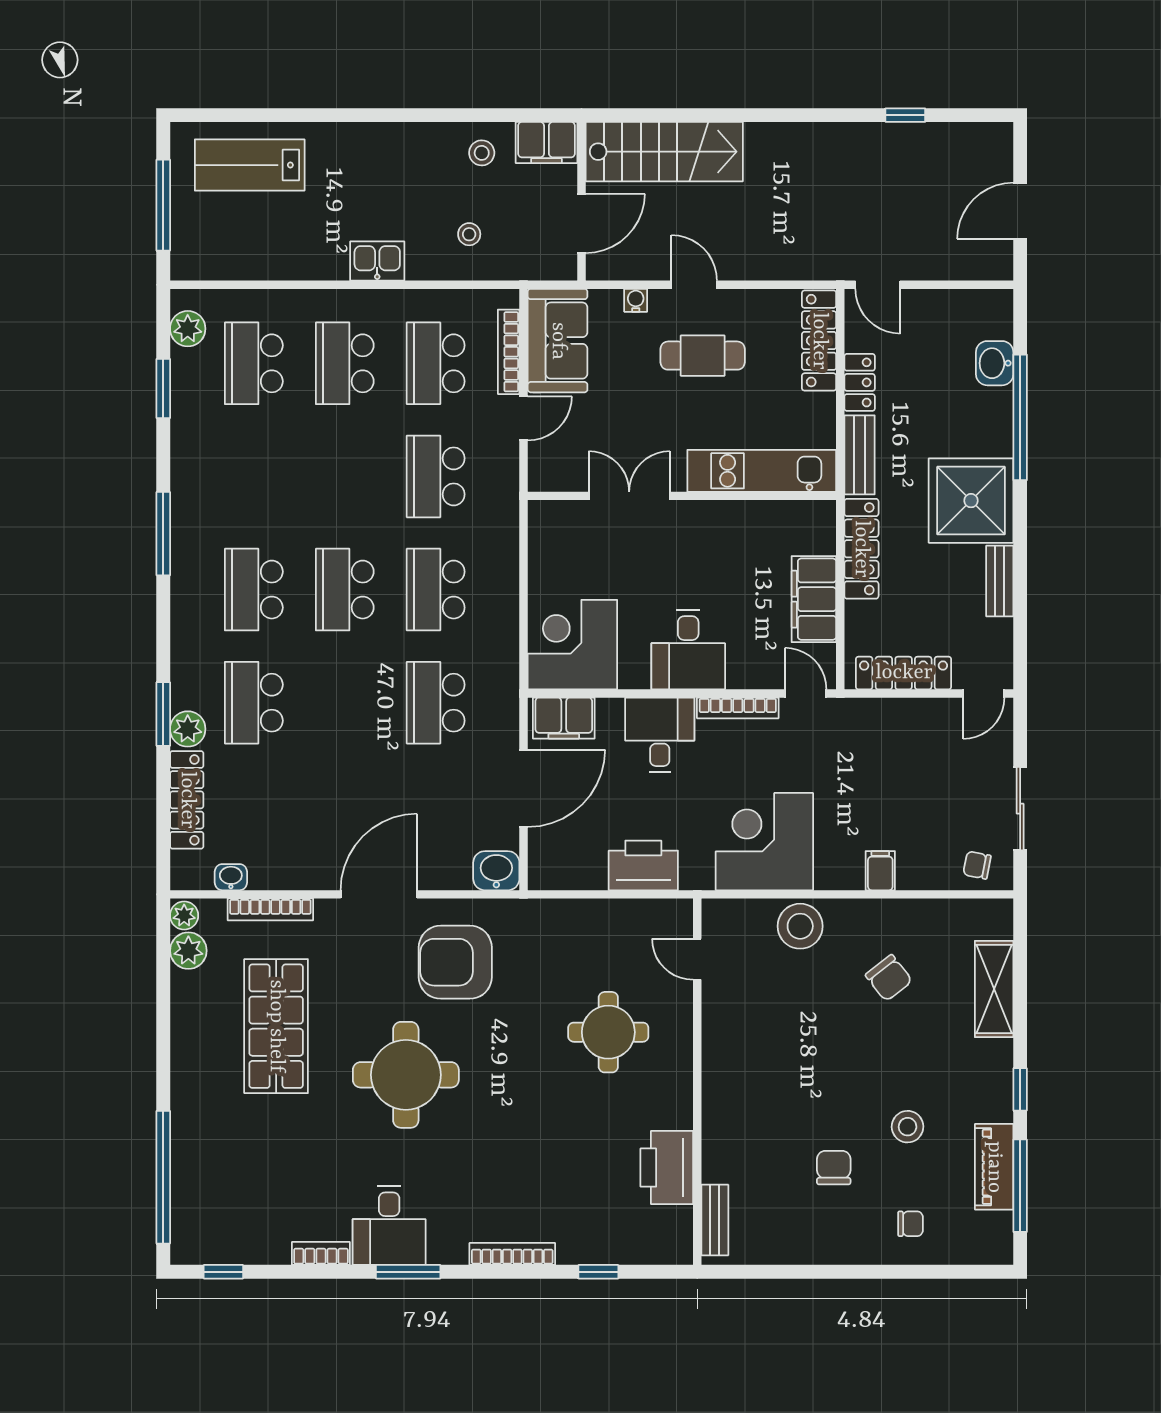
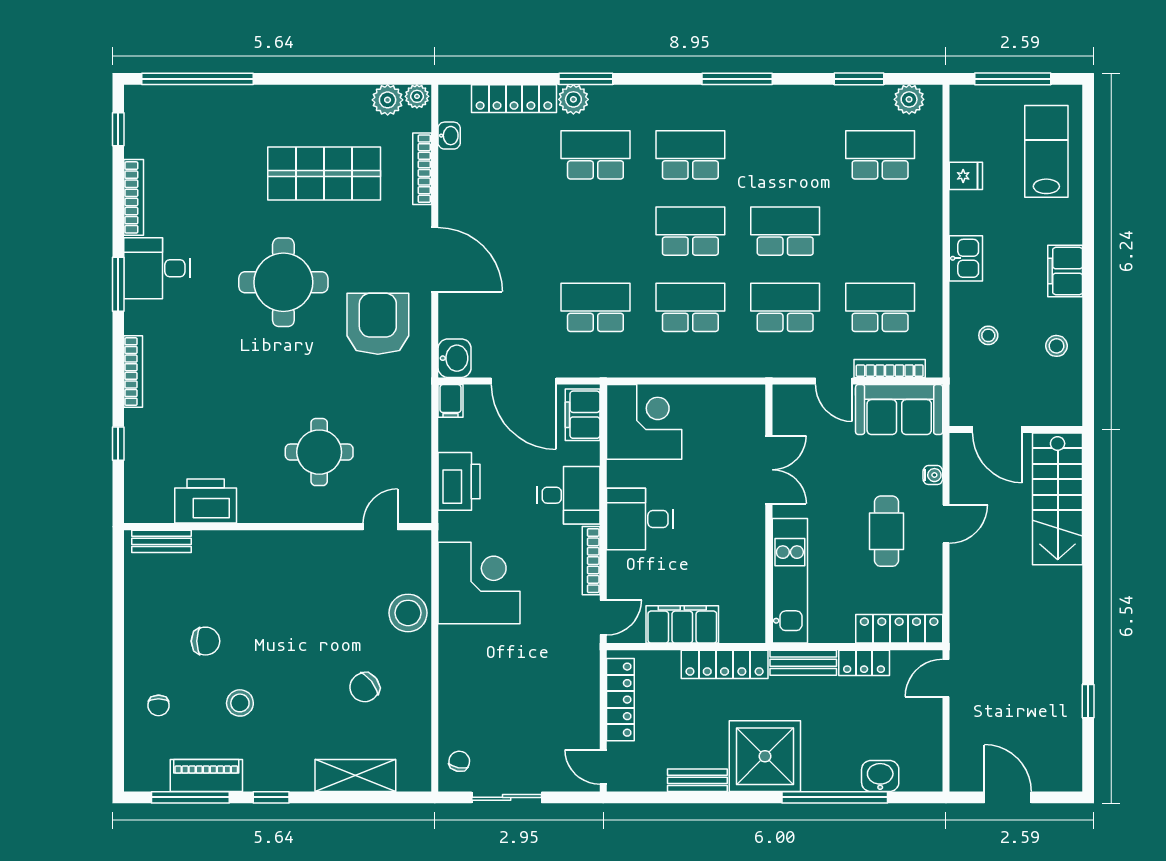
filing cabinet: (546, 143) -> (1065, 271), moved
fridge: (279, 261) -> (966, 176), added
school desk: (345, 363) -> (785, 231), moved
filing cabinet: (880, 871) -> (450, 401), moved, turned 90
bookcase: (321, 1253) -> (134, 197), width x1.56

